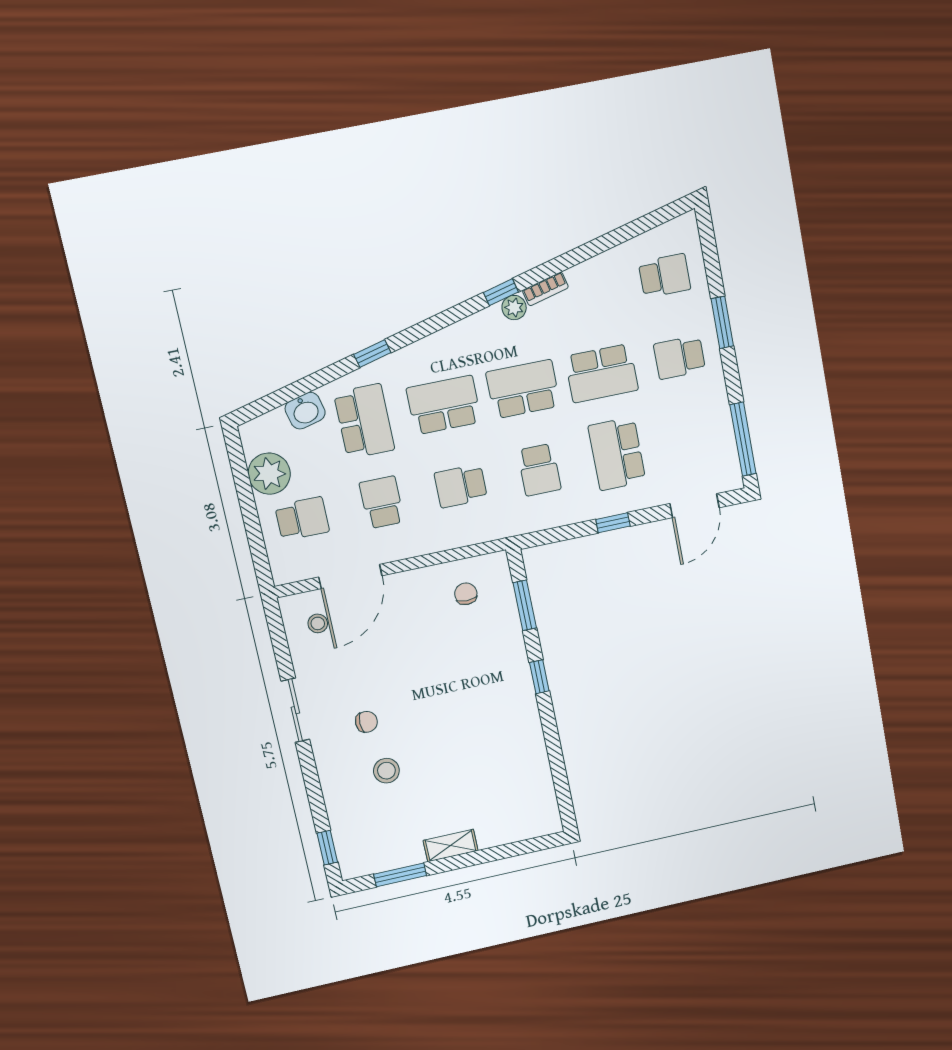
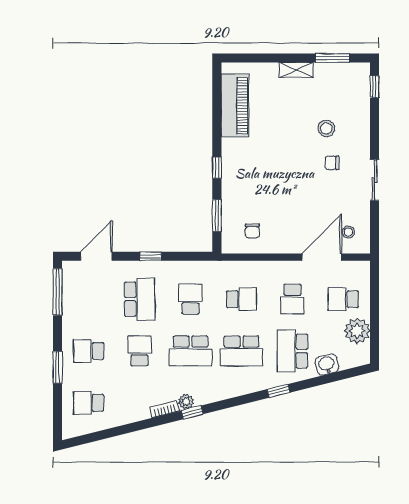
school desk: (680, 357) -> (89, 351), turned 180
school desk: (602, 373) -> (140, 351), width x0.54
piano: (531, 774) -> (235, 106), added

